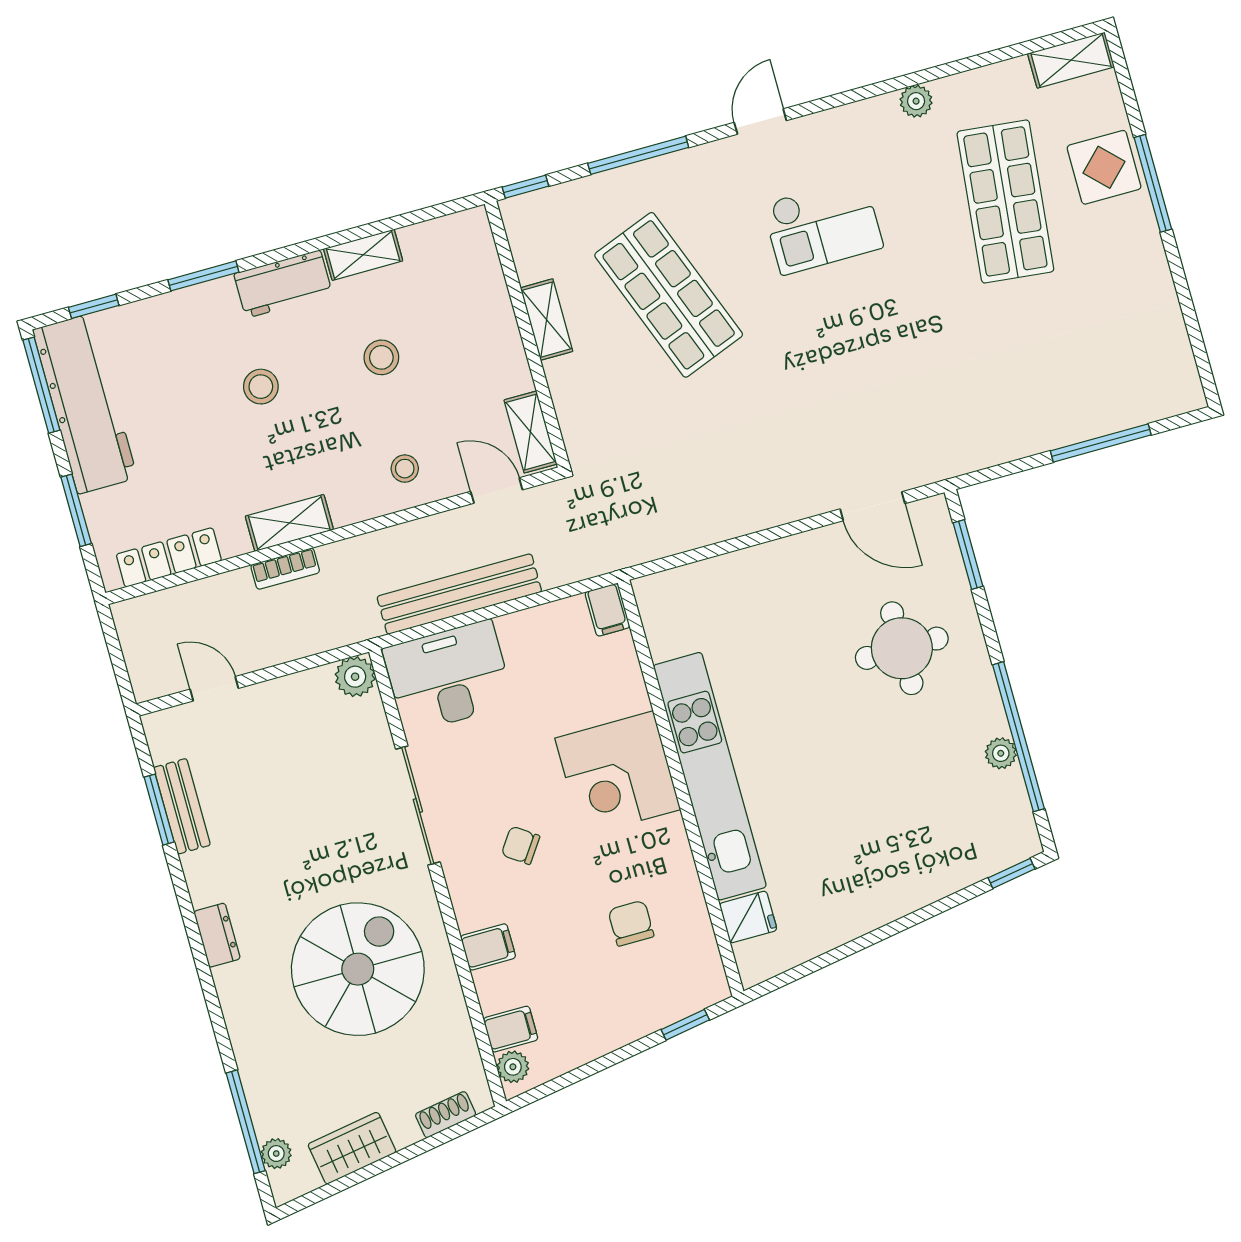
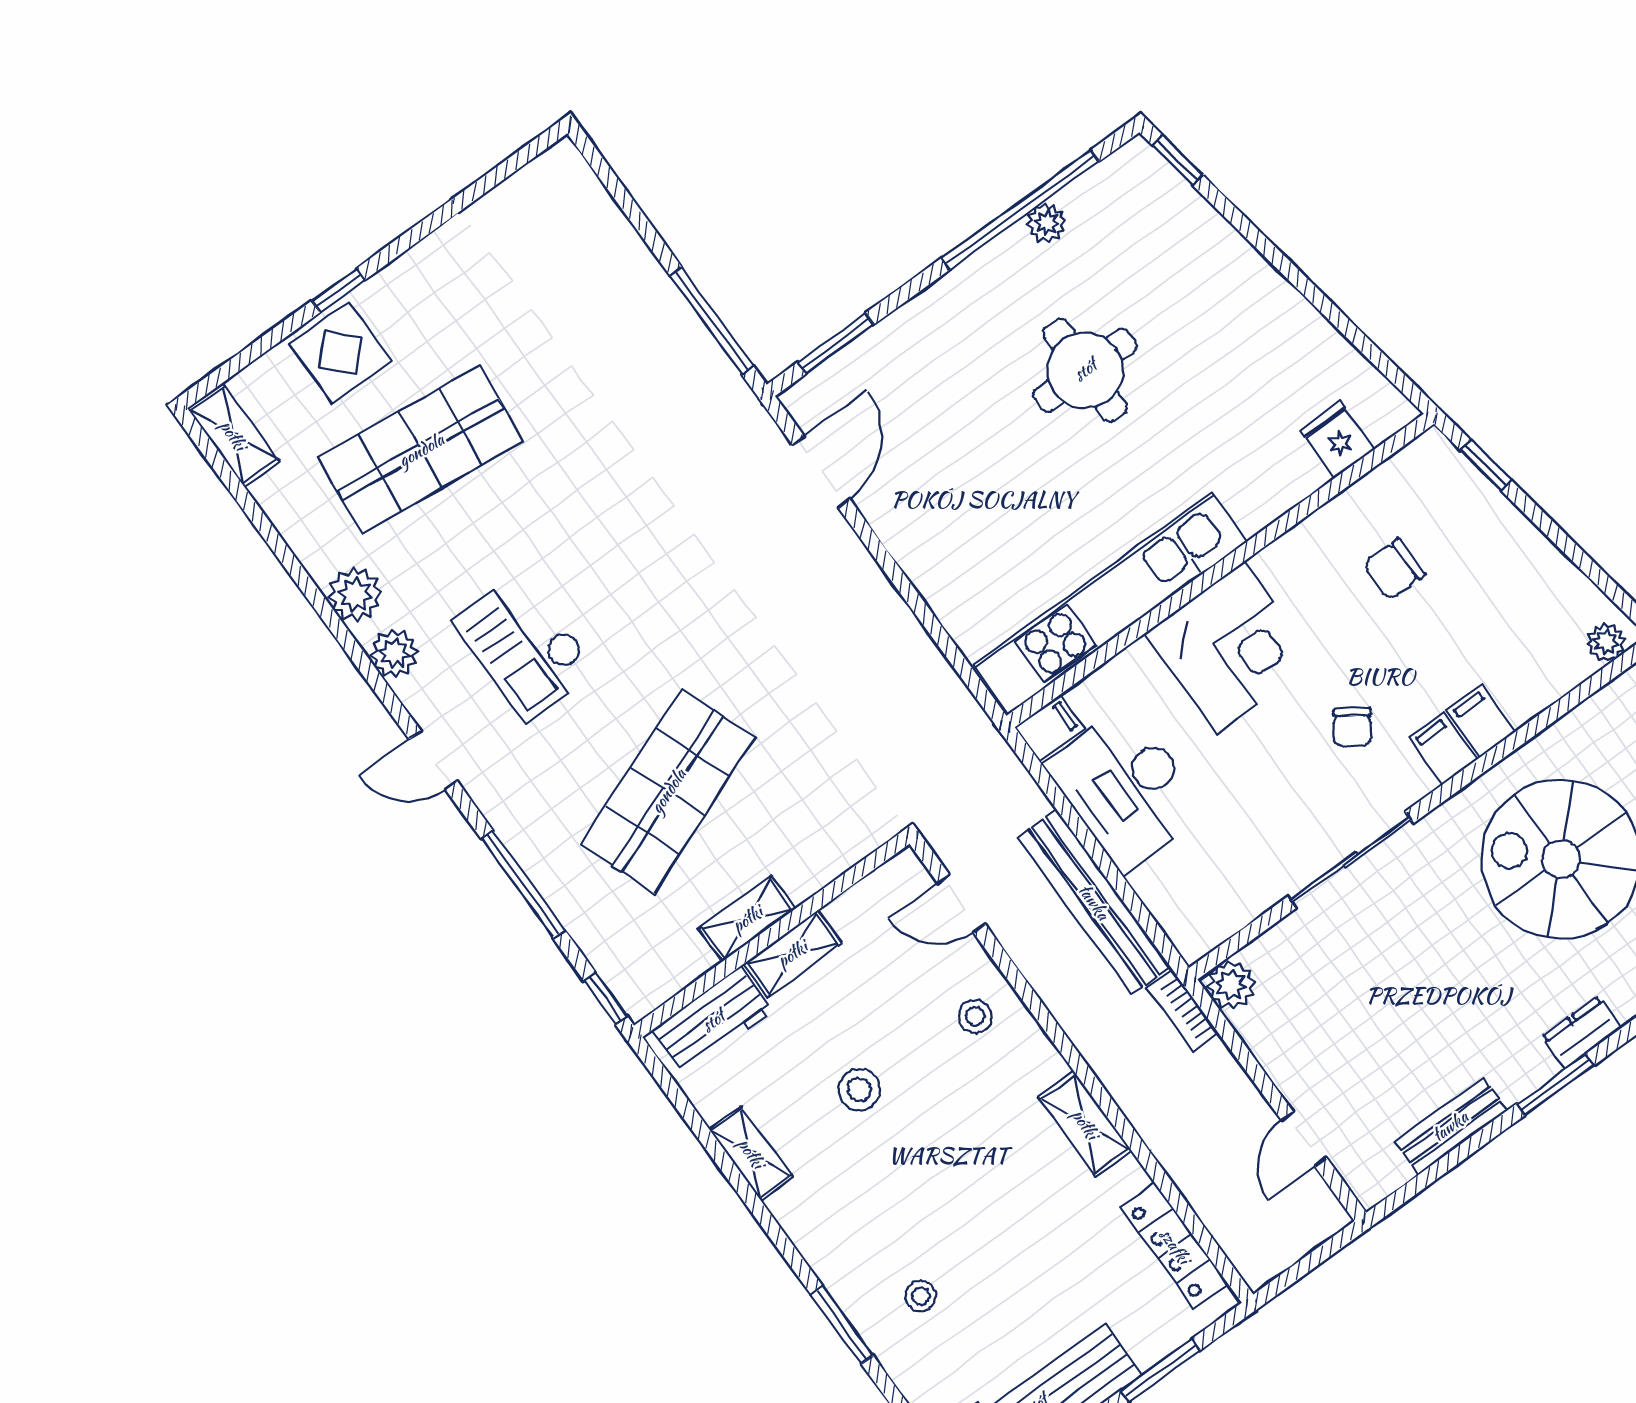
plant: (916, 101) -> (355, 594), width x1.38, depth x1.38
plant: (855, 122) -> (394, 653), added
window: (1153, 183) -> (338, 290), width x0.46
checkout: (823, 226) -> (525, 646), turned 180
workbench: (283, 284) -> (713, 1021), moved, turned 90
stool: (261, 387) -> (921, 1296), moved, width x0.73, depth x0.73
shelving: (530, 432) -> (792, 954), moved
window: (1101, 443) -> (712, 321), moved
door: (497, 491) -> (961, 903), hinge flipped
bookcase: (285, 569) -> (1183, 1010), moved, turned 180
round table: (902, 648) -> (1085, 370), moved
desk: (448, 677) -> (1126, 788), moved
kitchen unit: (710, 776) -> (1110, 603), moved
window: (159, 810) -> (1555, 1085), moved
filing cabinet: (511, 1029) -> (1443, 749), moved

